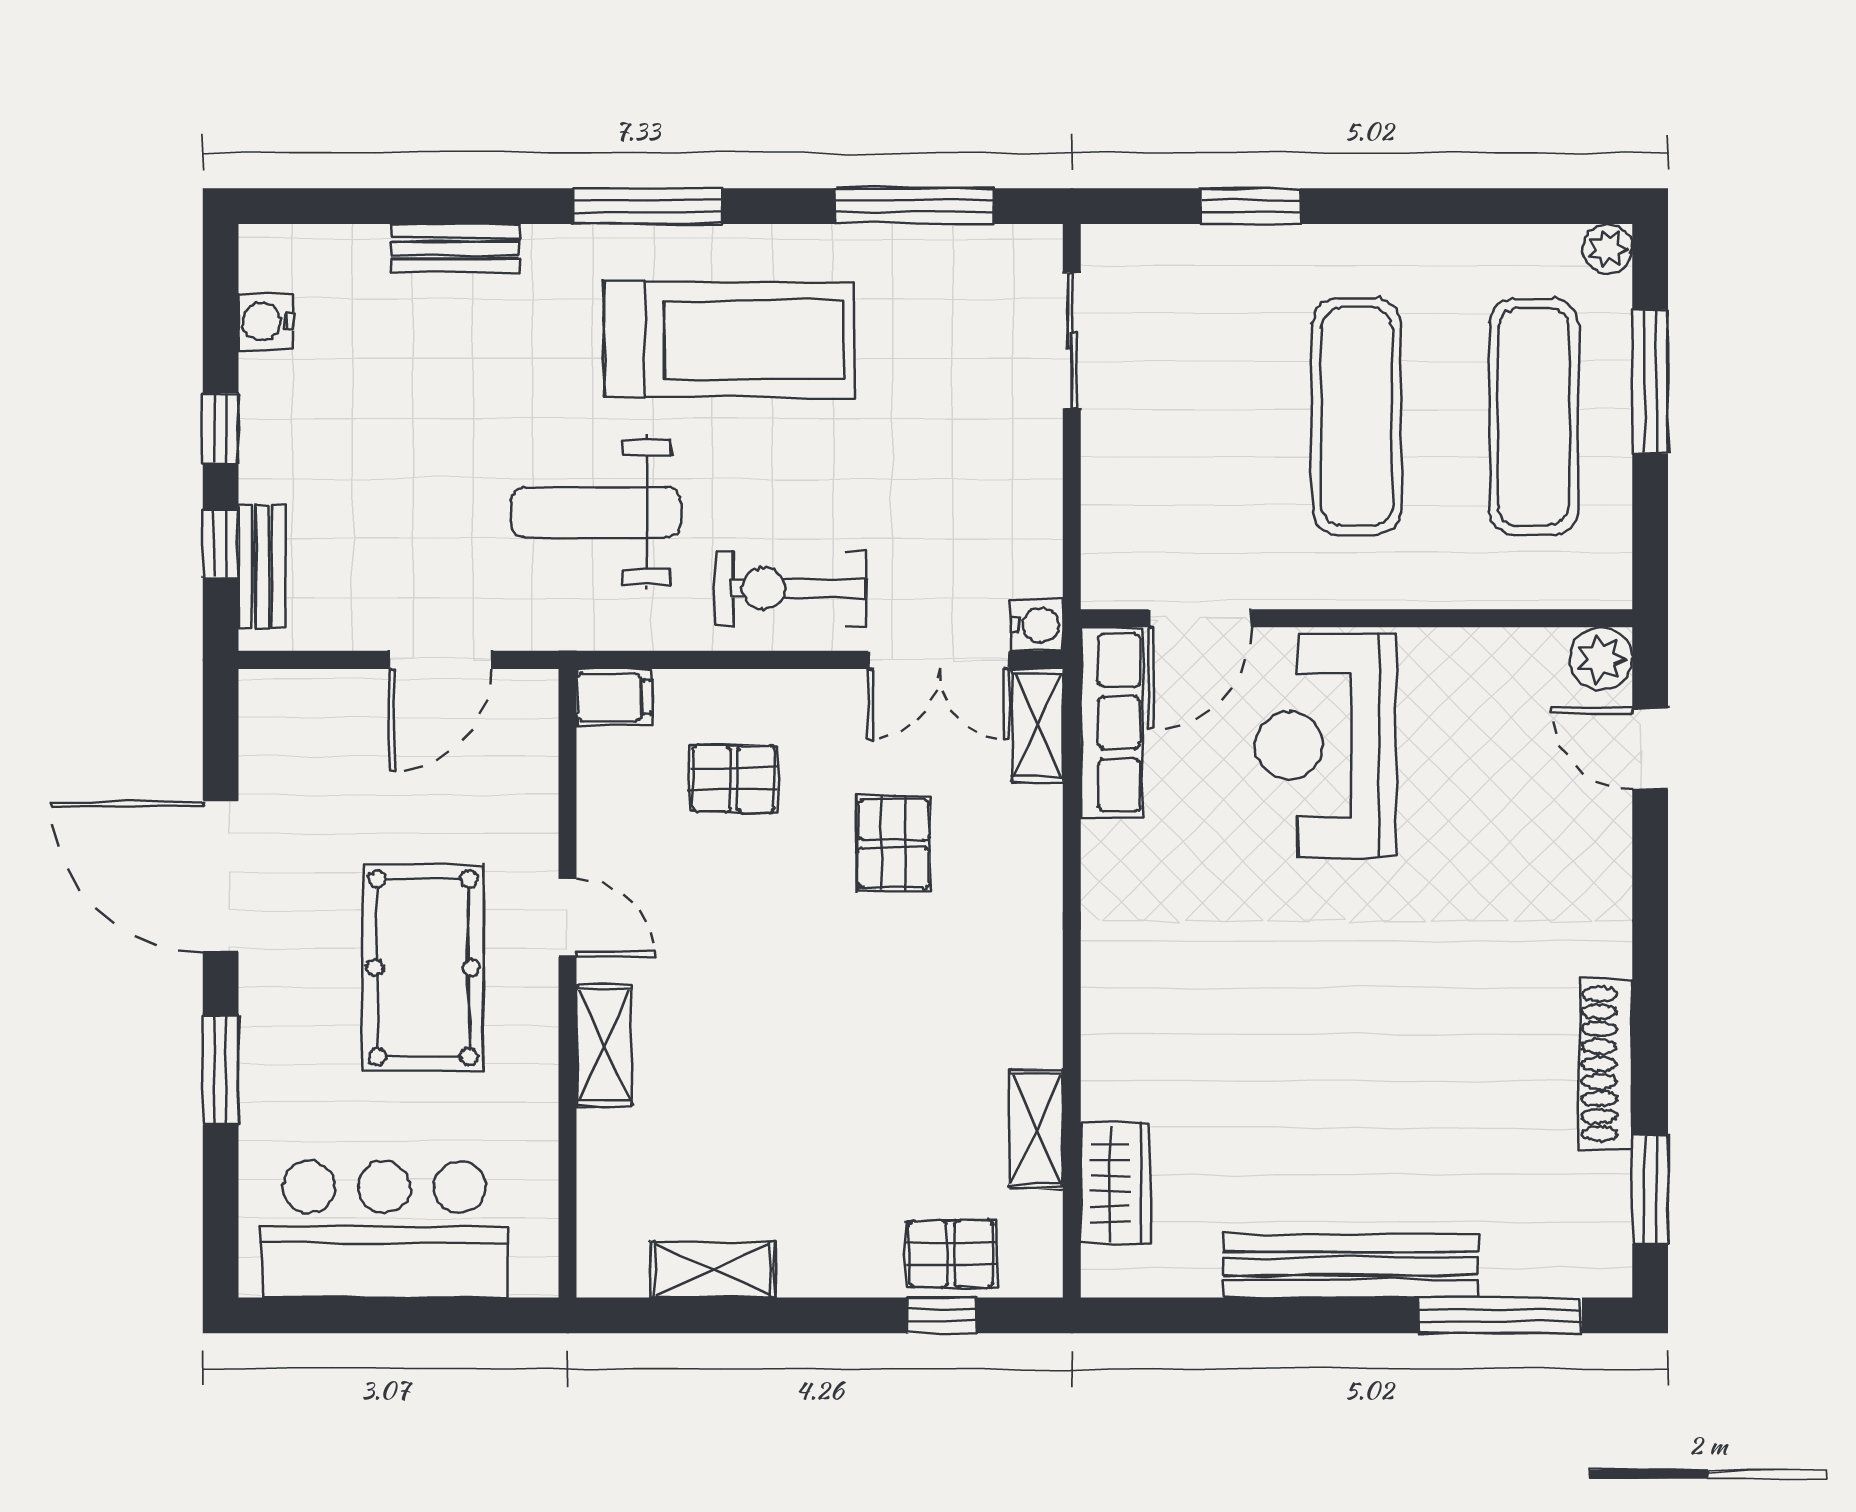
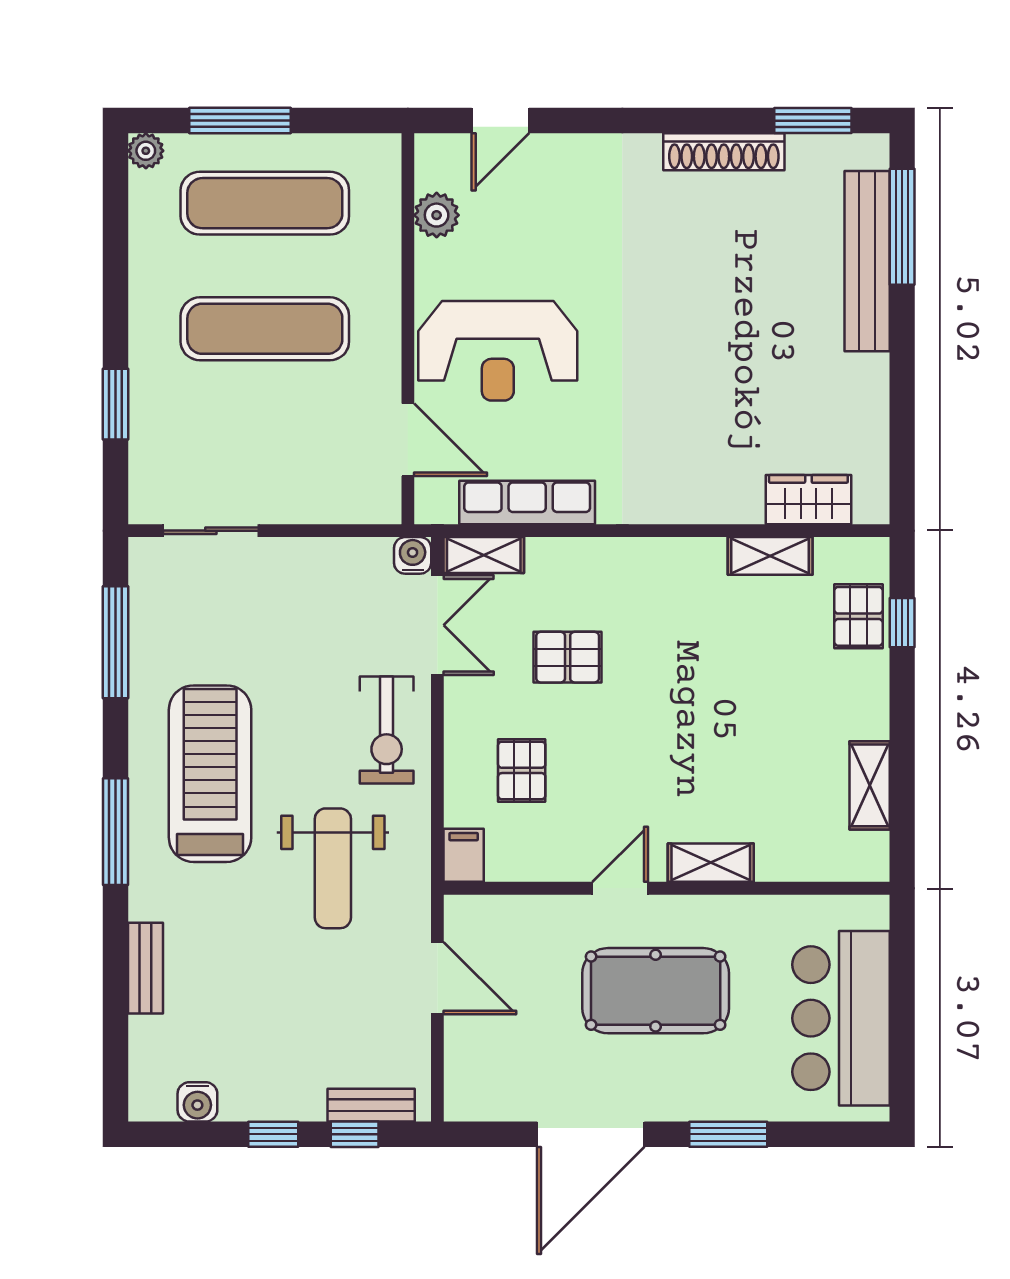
plant: (1601, 659) -> (437, 215), moved
row of seats: (1112, 723) -> (527, 502), moved
bench: (1351, 1266) -> (867, 261), moved

